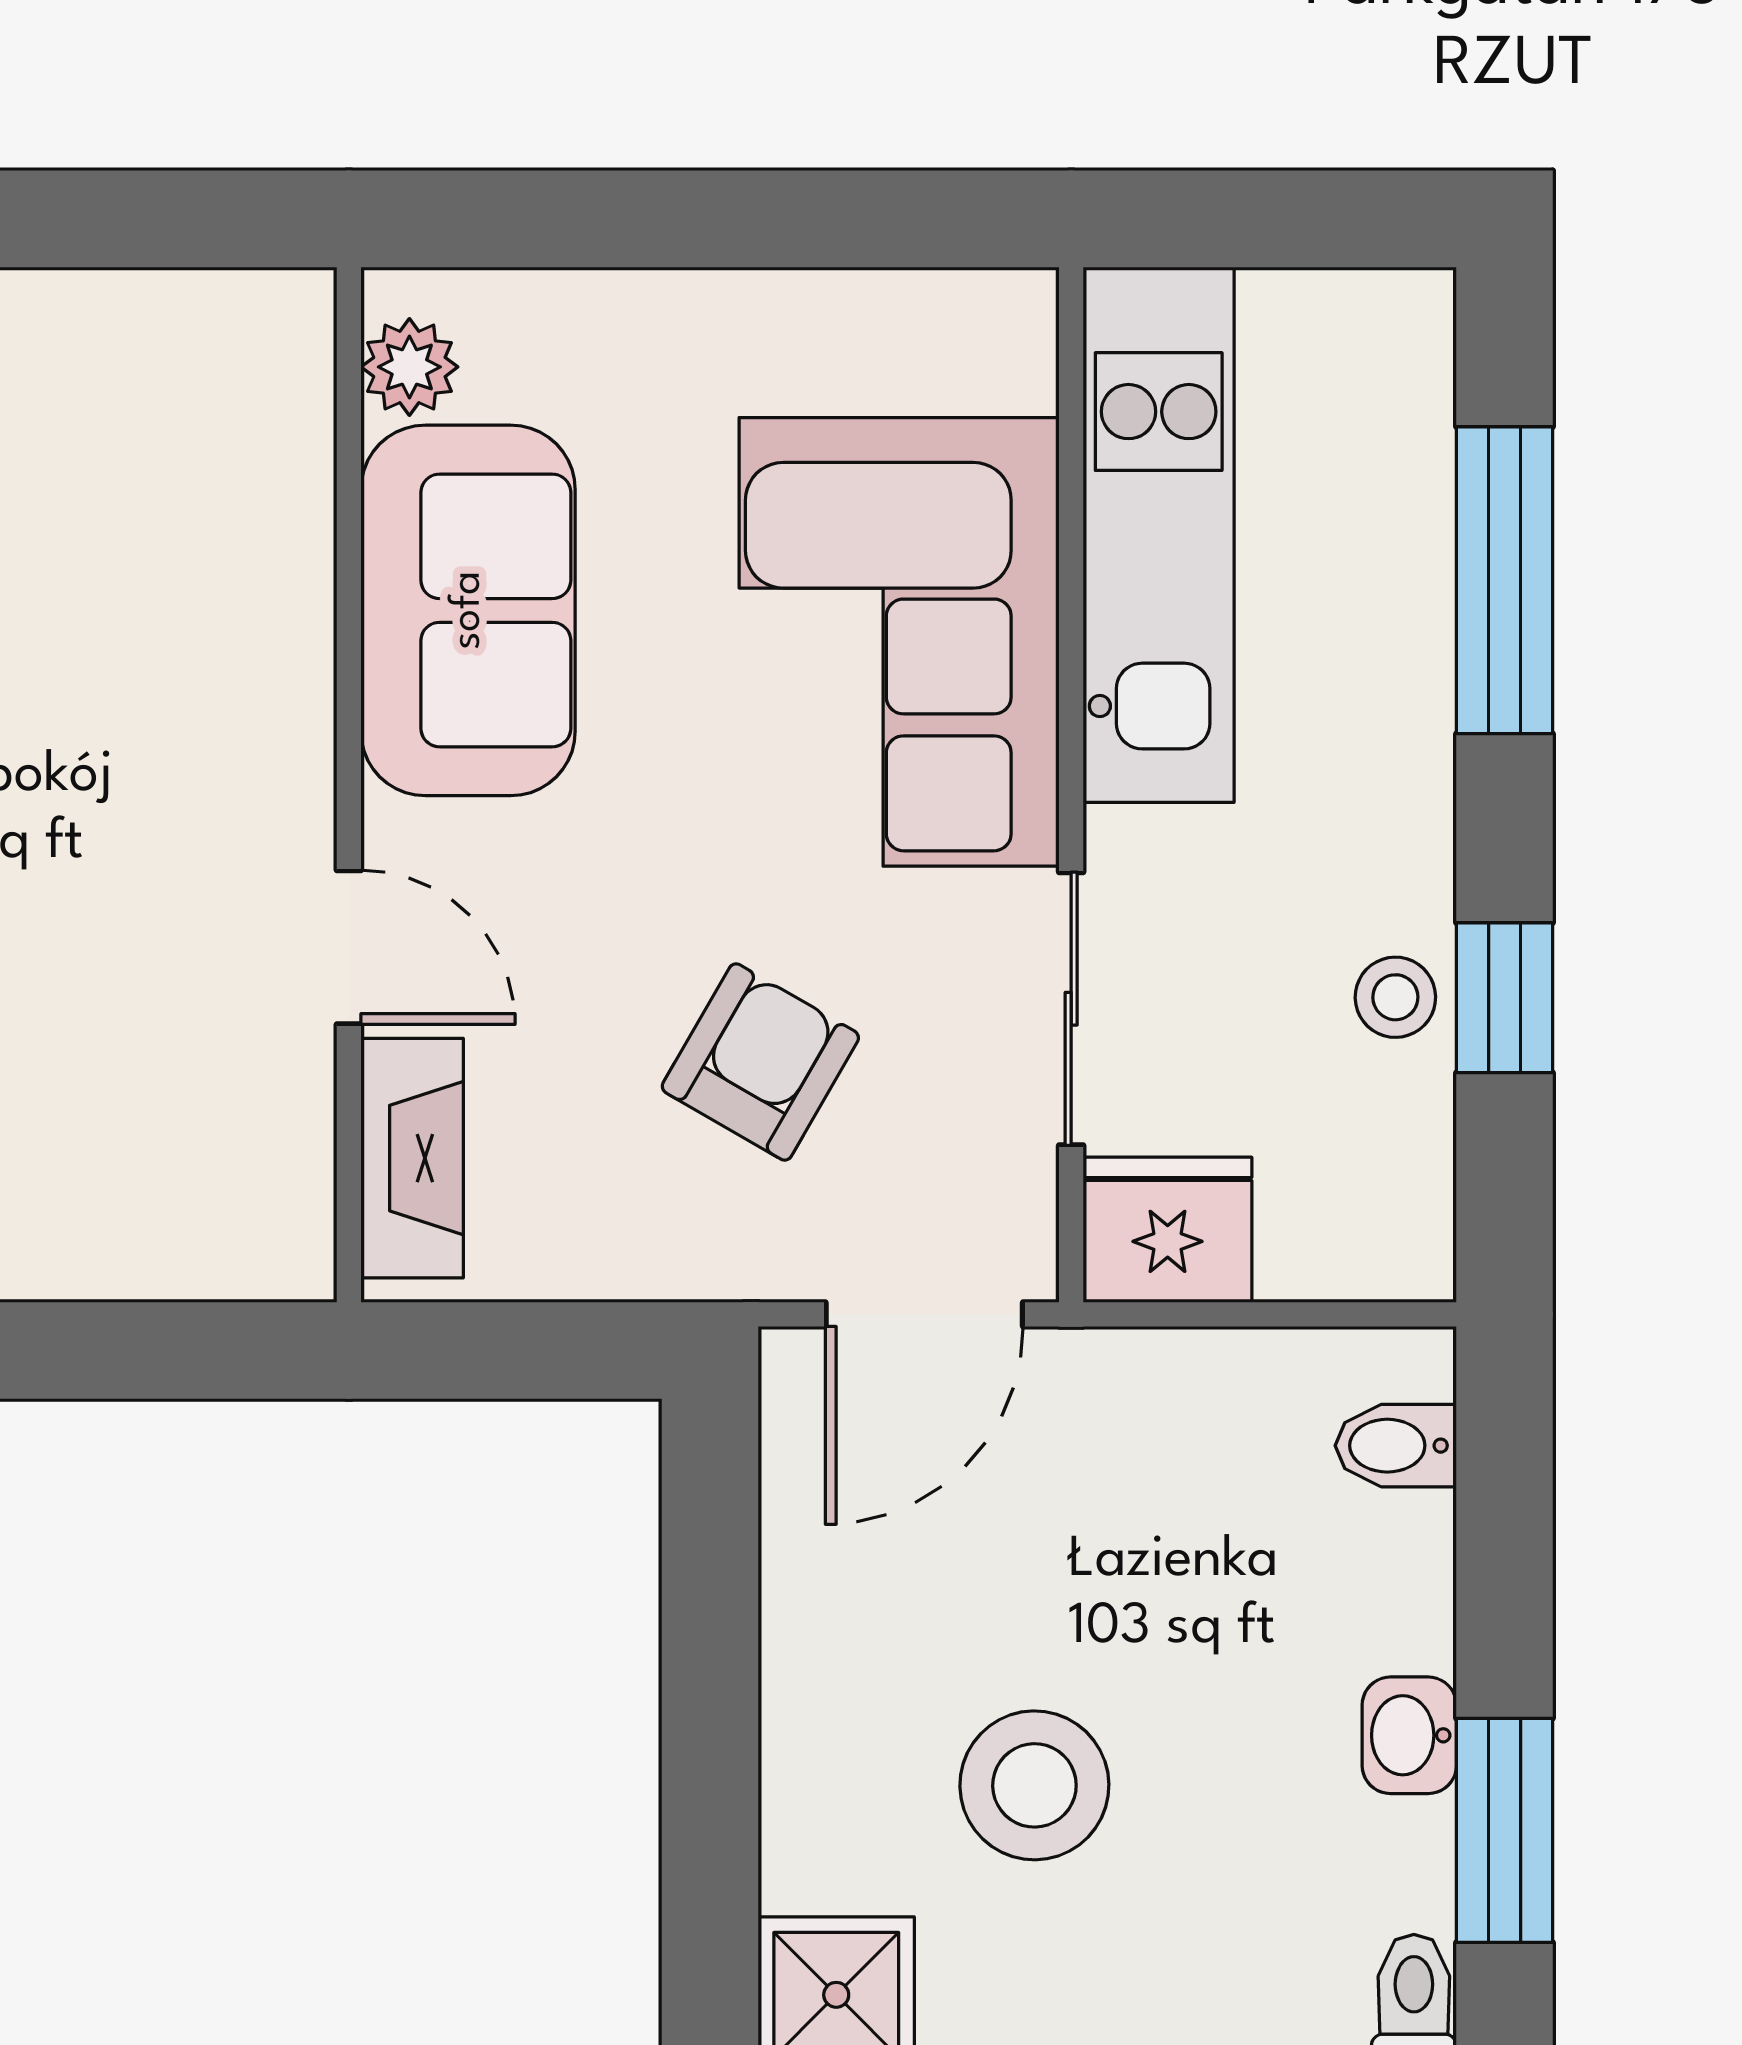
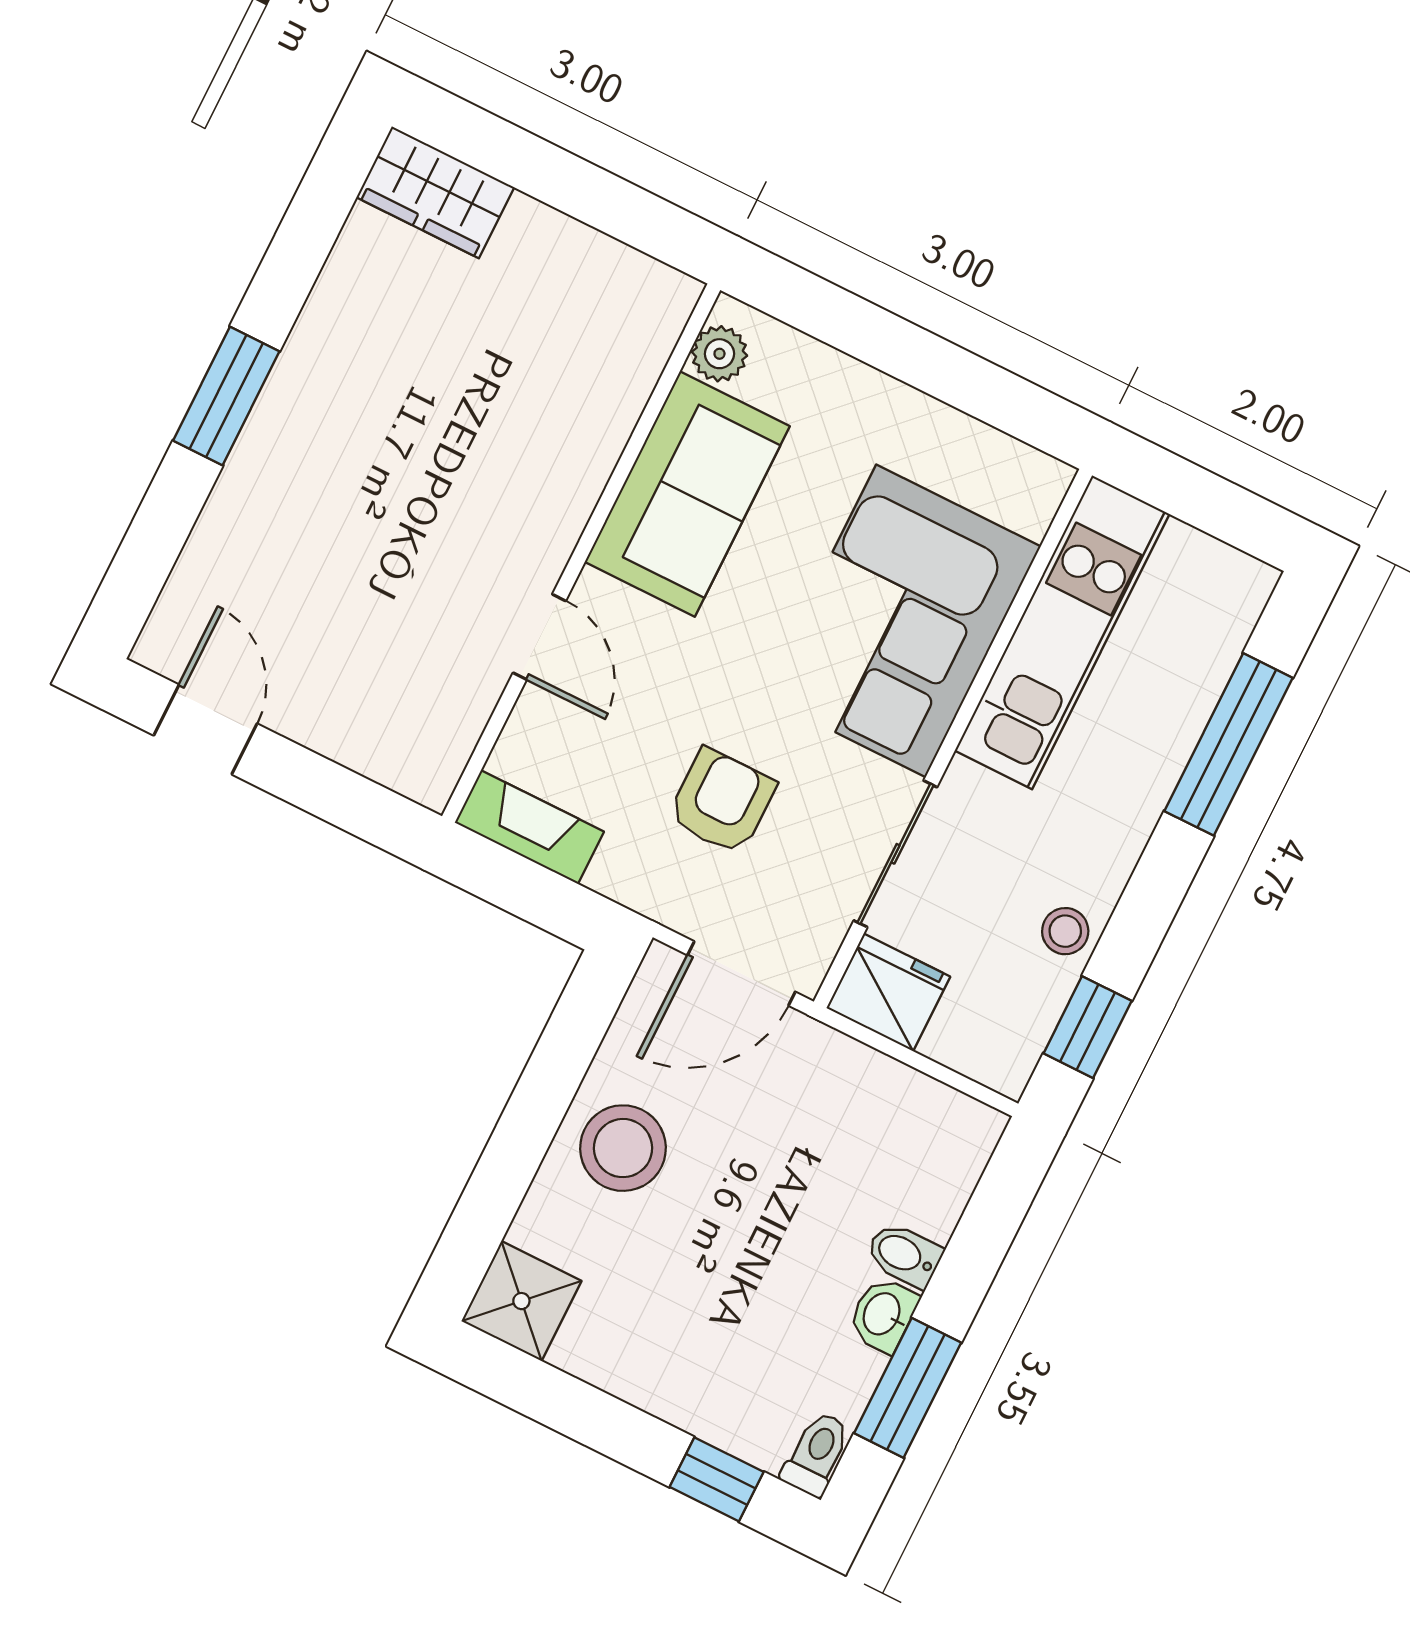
window: (1505, 998) -> (1088, 1027), moved
armchair: (760, 1062) -> (722, 801), turned -30
fireplace: (412, 1158) -> (529, 827), moved, turned -90
bidet: (1396, 1446) -> (904, 1255), moved
stool: (1034, 1785) -> (623, 1148), moved

